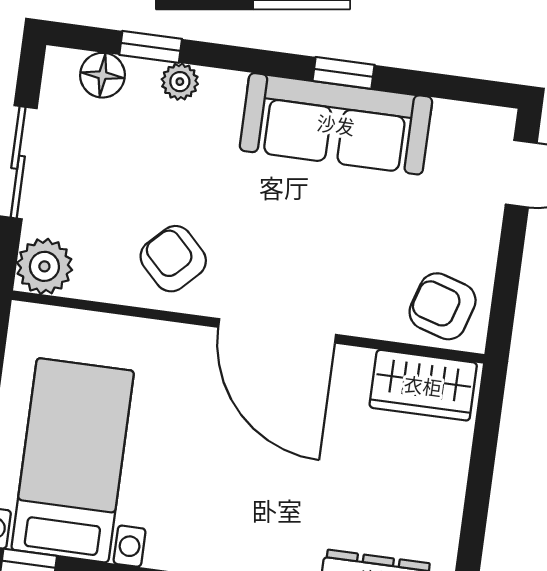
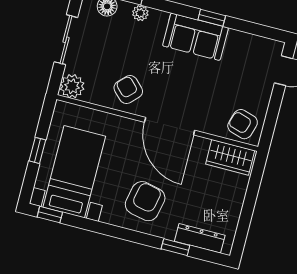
sofa: (336, 124) -> (195, 37), width x0.73
armchair: (242, 508) -> (145, 201), added

